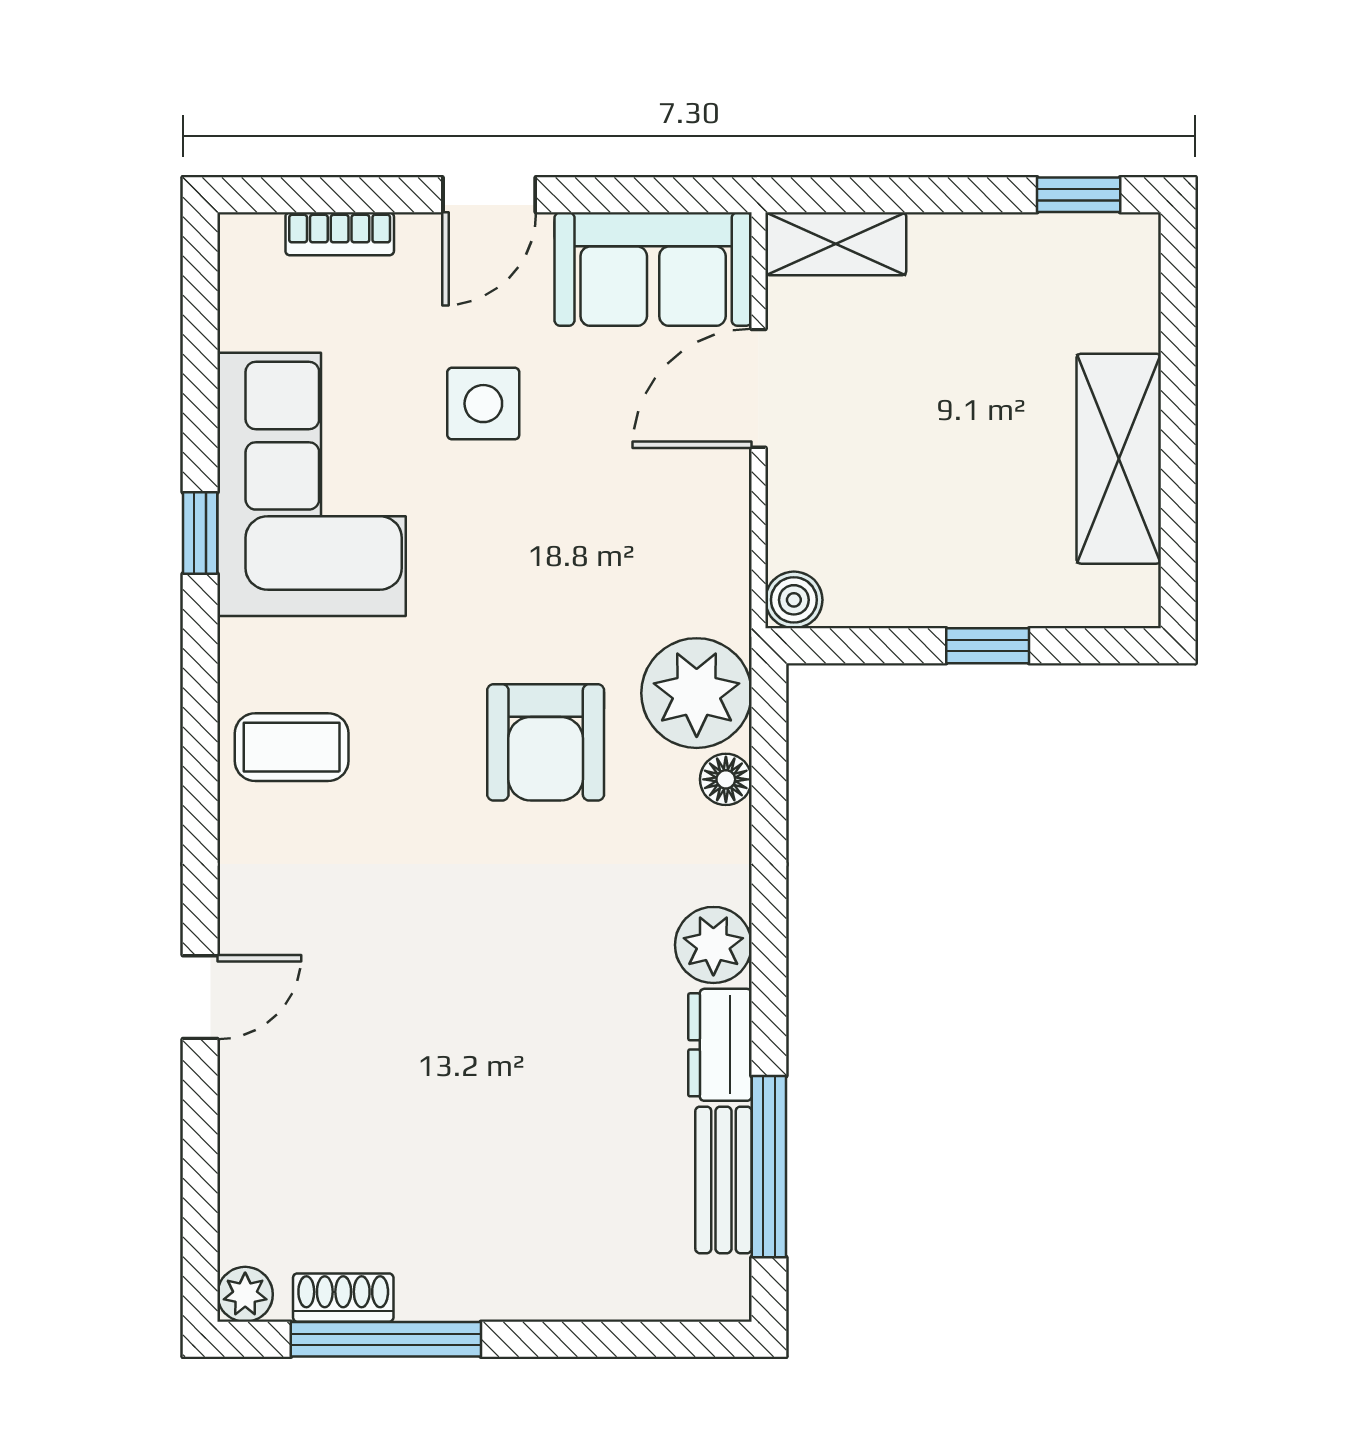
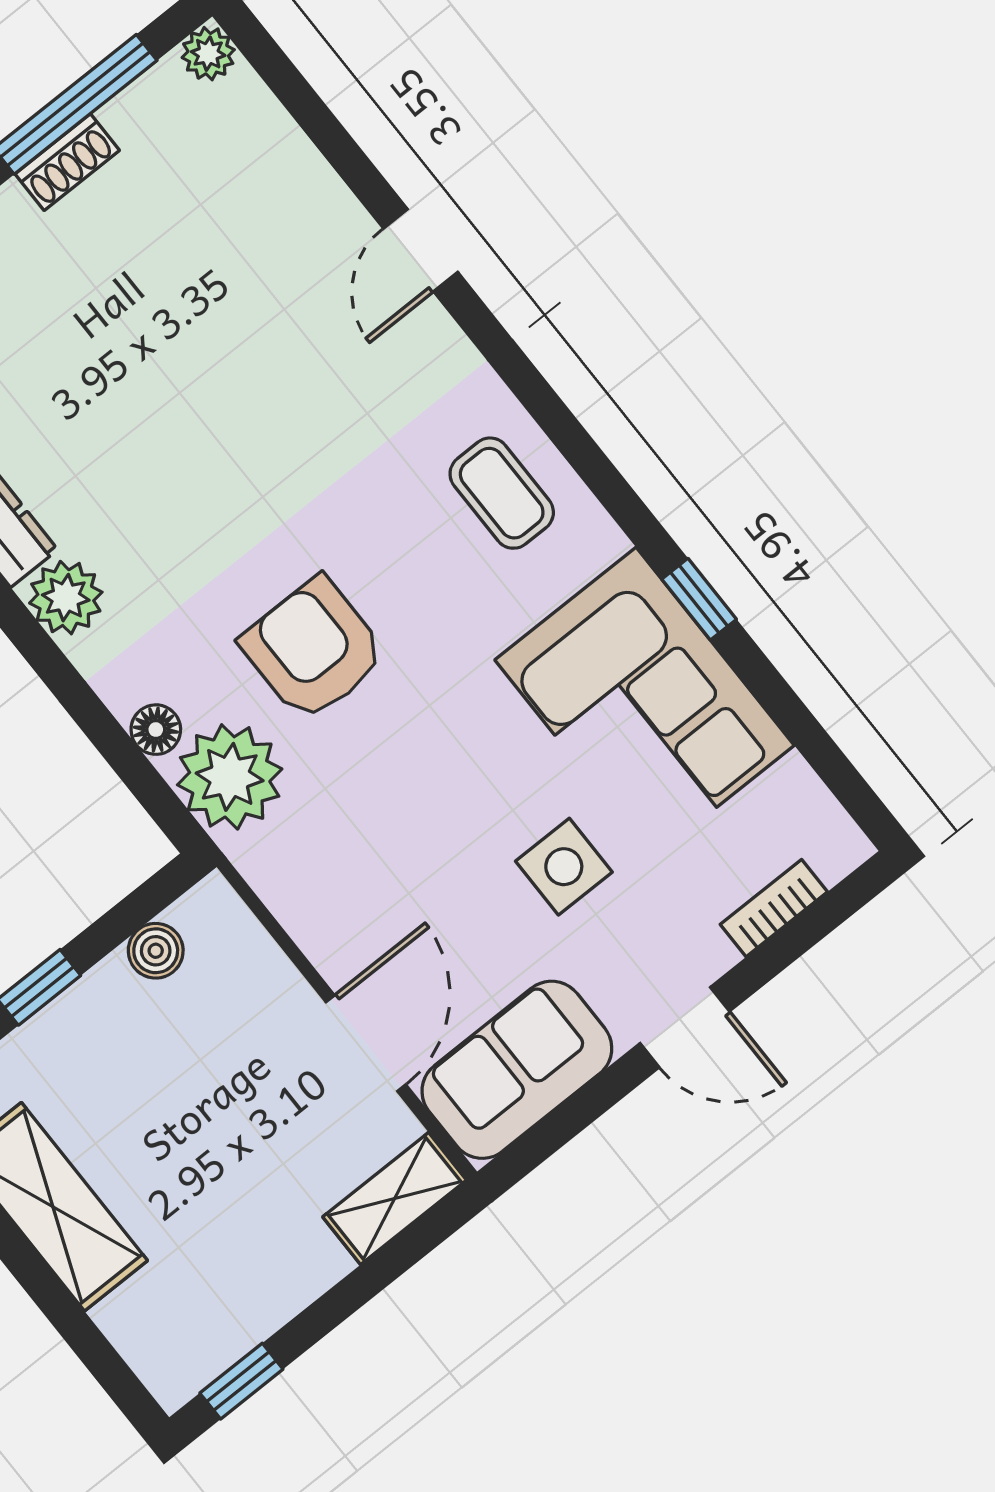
door: (489, 195) -> (685, 1027), swing flipped
boiler: (794, 600) -> (156, 951), moved
coffee table: (292, 747) -> (502, 493), turned 90
shoe rack: (343, 1298) -> (67, 162), moved

